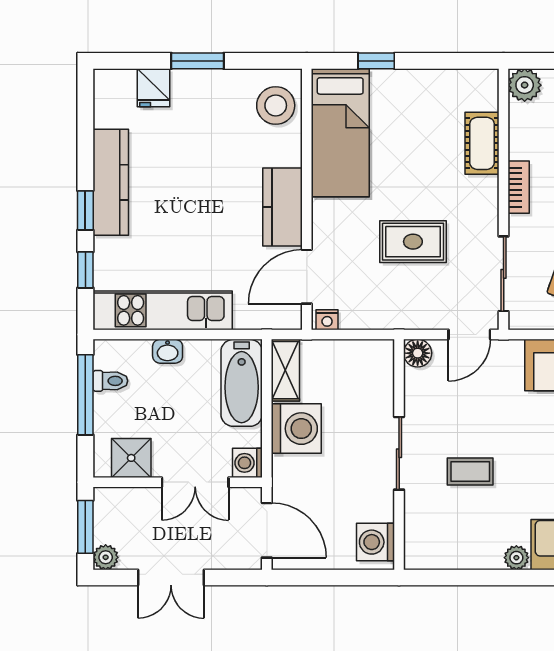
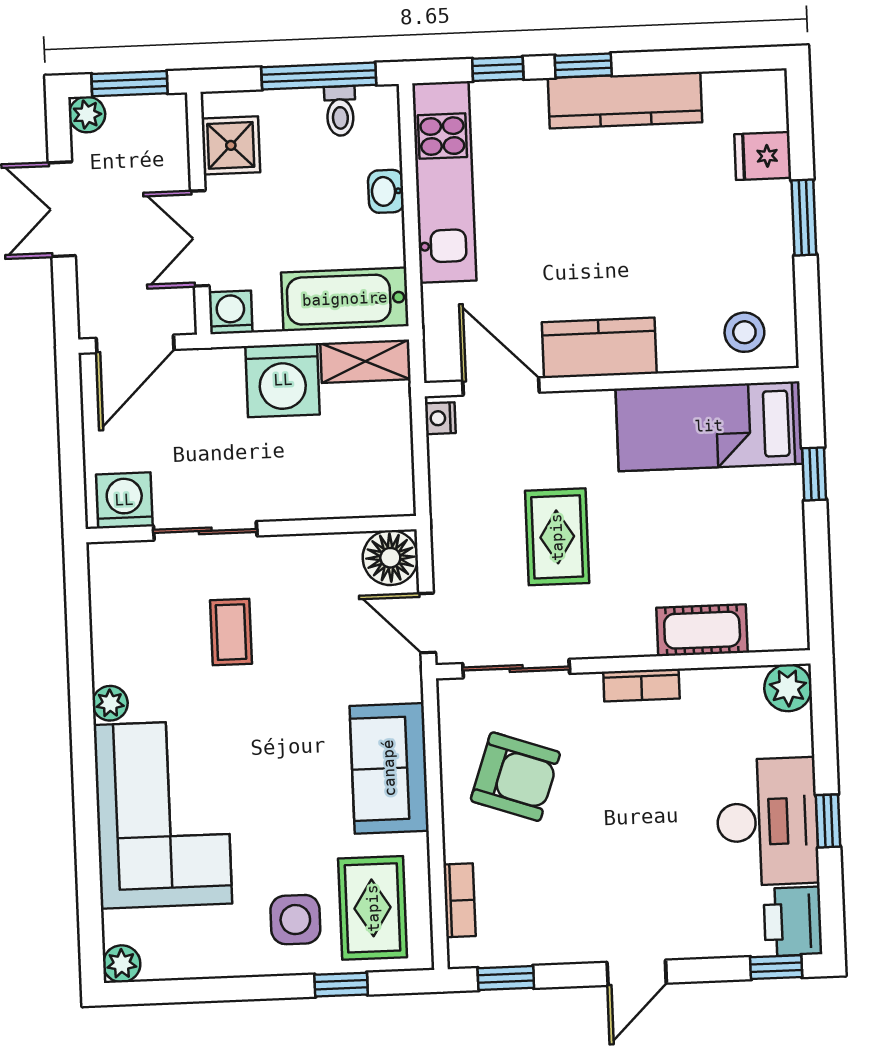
stool: (276, 105) -> (744, 332), width x0.73, depth x0.73
floor lamp: (418, 353) -> (390, 558), width x1.38, depth x1.38
sliding door: (399, 453) -> (205, 531), moved

